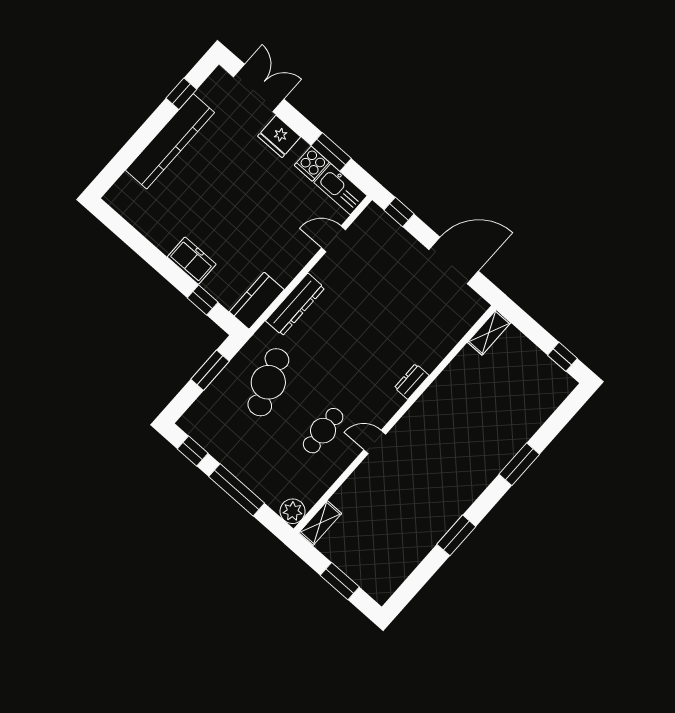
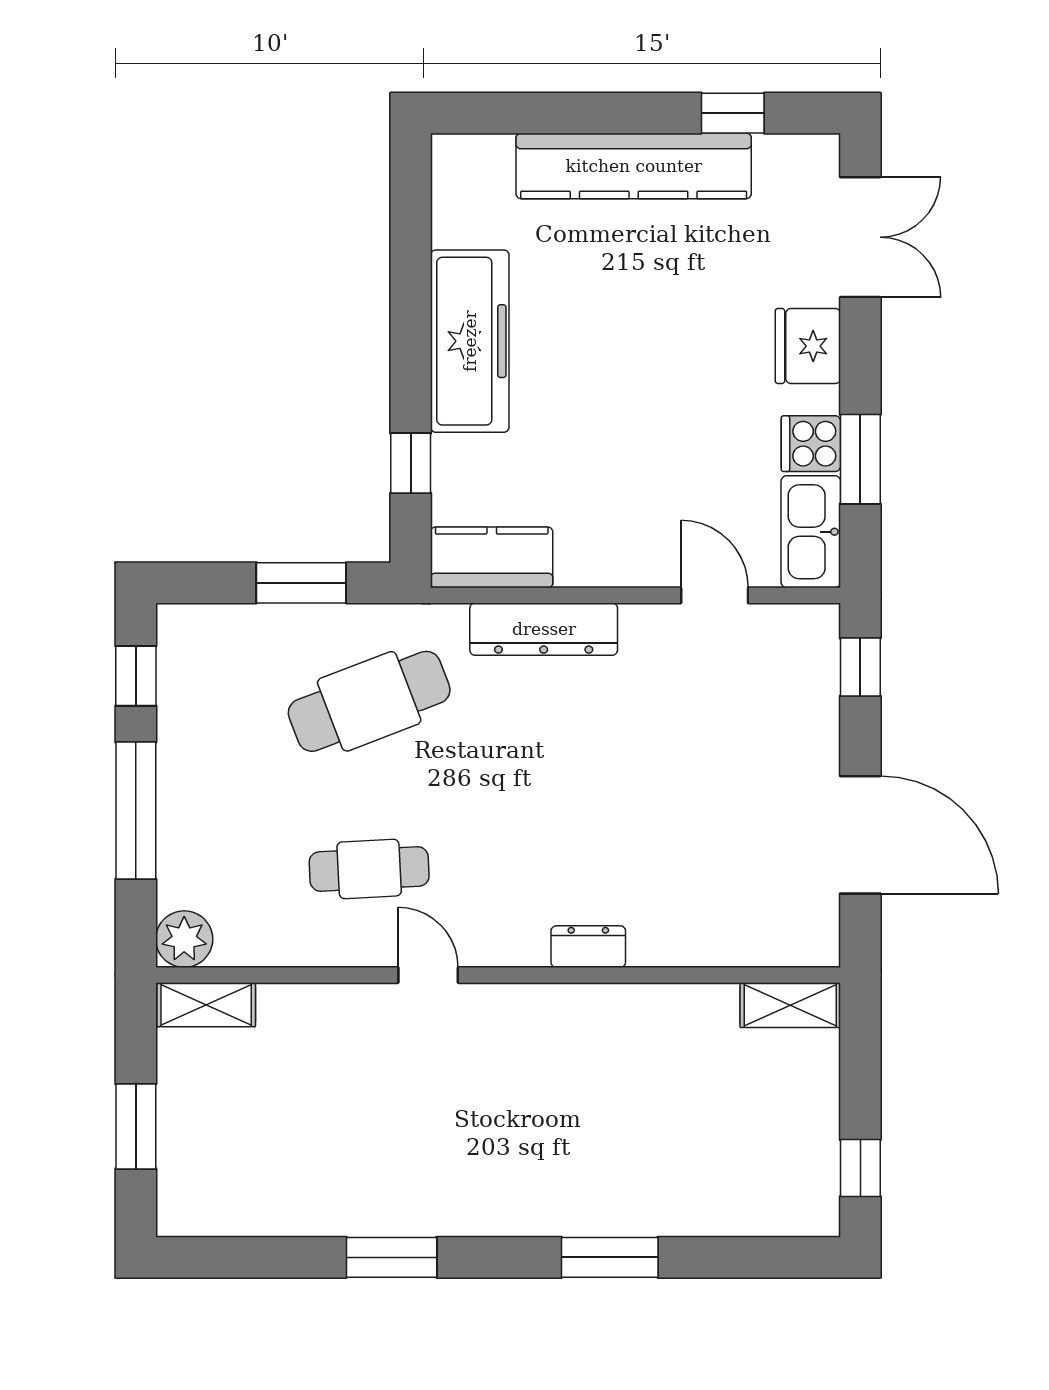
freezer: (192, 261) -> (470, 341), width x1.91, depth x1.26

